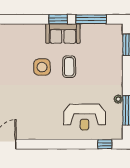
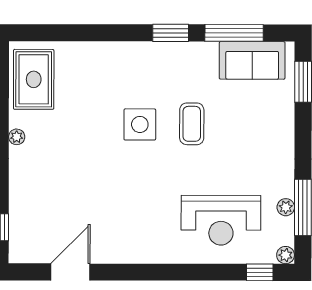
sofa: (63, 34) -> (252, 60), moved
plant: (118, 99) -> (286, 207), moved
plant: (118, 135) -> (286, 255), added

